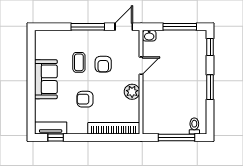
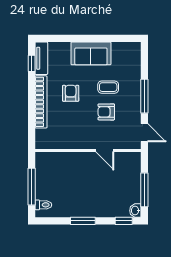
washbasin: (149, 36) -> (135, 211), moved
plant: (132, 92) -> (78, 141), removed
bookcase: (114, 128) -> (41, 102), moved

